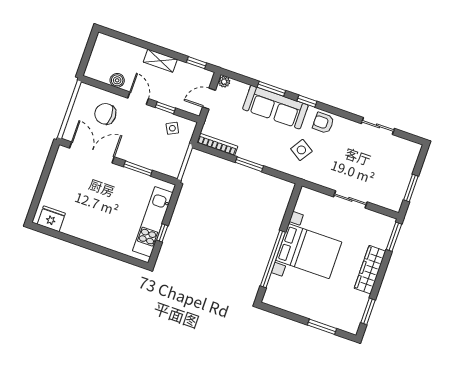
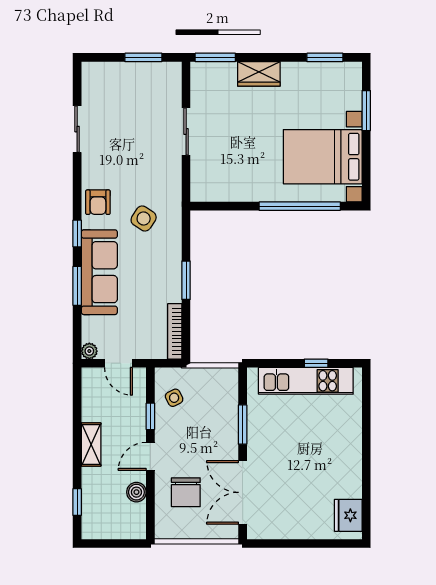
window: (196, 63) -> (77, 502), moved
bed with nightstands: (309, 251) -> (323, 157), moved, turned -90
wardrobe: (370, 270) -> (259, 74), width x0.67

